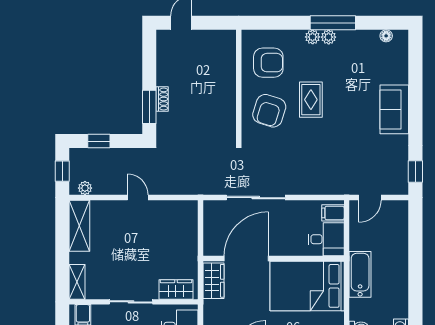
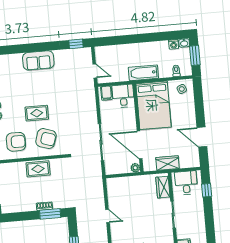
armchair: (268, 63) -> (16, 142), turned 90
rug: (222, 94) -> (38, 169), added
door: (138, 198) -> (107, 216), swing flipped
plant: (211, 248) -> (135, 168), added
wardrobe: (214, 281) -> (167, 163), moved

